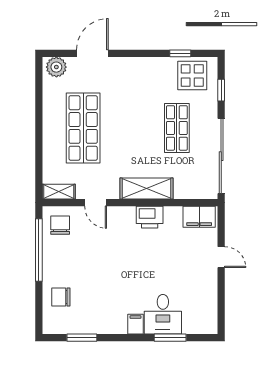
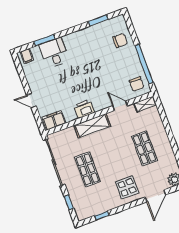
display table: (192, 76) -> (127, 187), moved
shop shelf: (83, 128) -> (144, 148), width x0.70, depth x0.74
filing cabinet: (135, 324) -> (27, 56), moved

